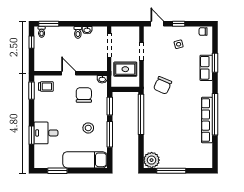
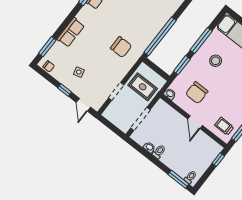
window: (31, 42) -> (218, 160), moved
window: (215, 63) -> (47, 47), moved
chair: (163, 85) -> (121, 47), turned 67

